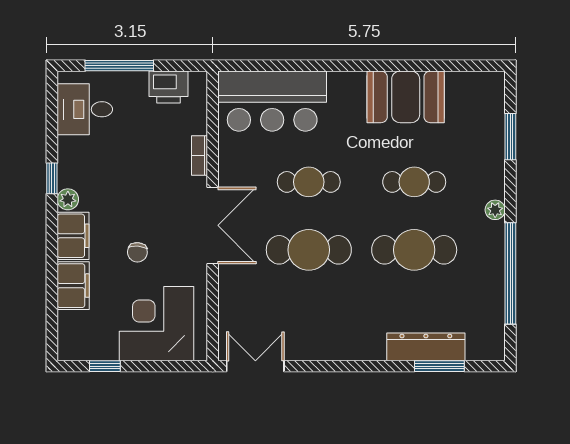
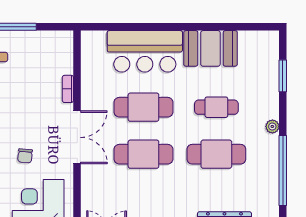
printer: (168, 87) -> (46, 42), removed
bar counter: (272, 101) -> (145, 51), moved
cafe table: (309, 182) -> (143, 107), width x1.37, depth x1.35

